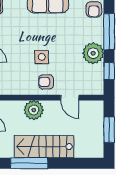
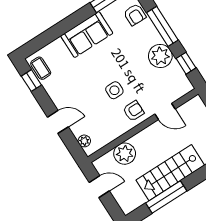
armchair: (46, 82) -> (133, 111), turned 180
plant: (34, 110) -> (125, 154), moved

